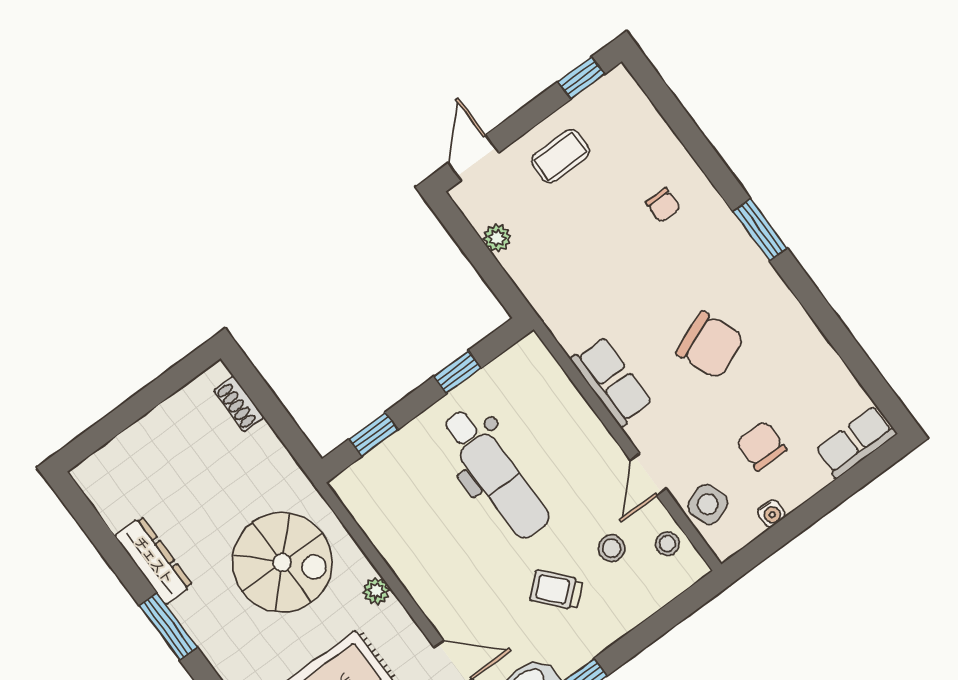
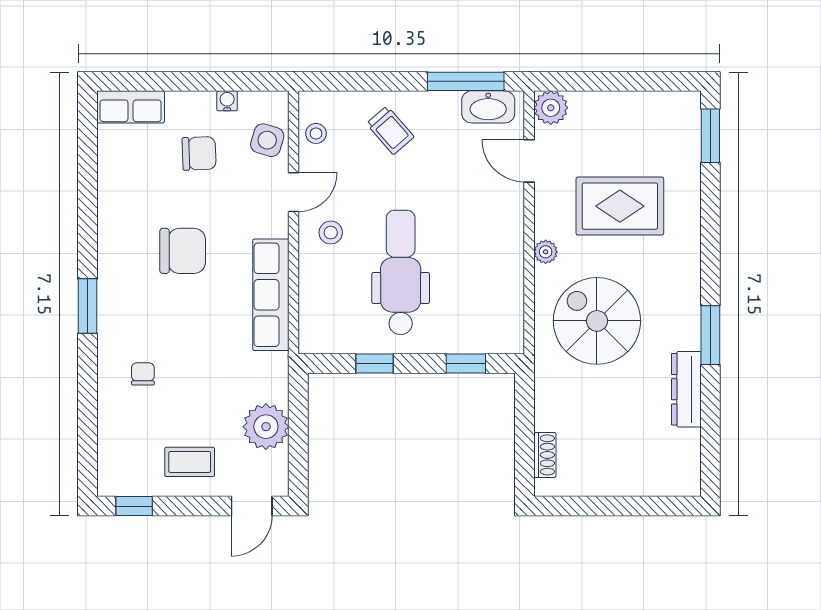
plant: (497, 238) -> (266, 427), width x1.88, depth x1.88
chair: (710, 345) -> (183, 251), turned 112
row of seats: (612, 381) -> (271, 295), width x1.48
chair: (761, 446) -> (199, 153), turned -92
side table: (708, 504) -> (267, 140), turned 36
stool: (612, 548) -> (331, 233), moved
trolley: (556, 590) -> (390, 130), moved

